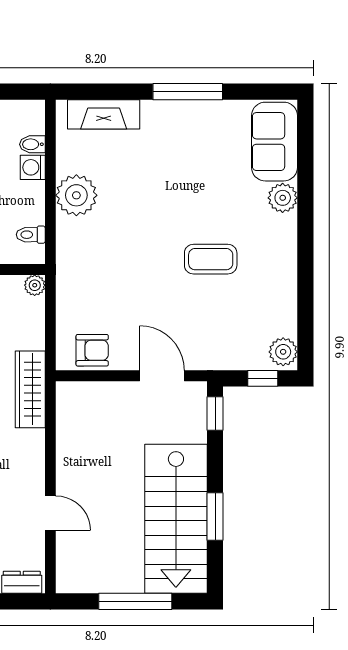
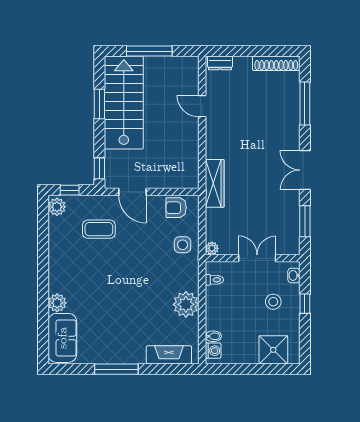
washing machine: (33, 167) -> (213, 351), moved
coffee table: (211, 259) -> (99, 229), moved
side table: (82, 291) -> (183, 245), added

